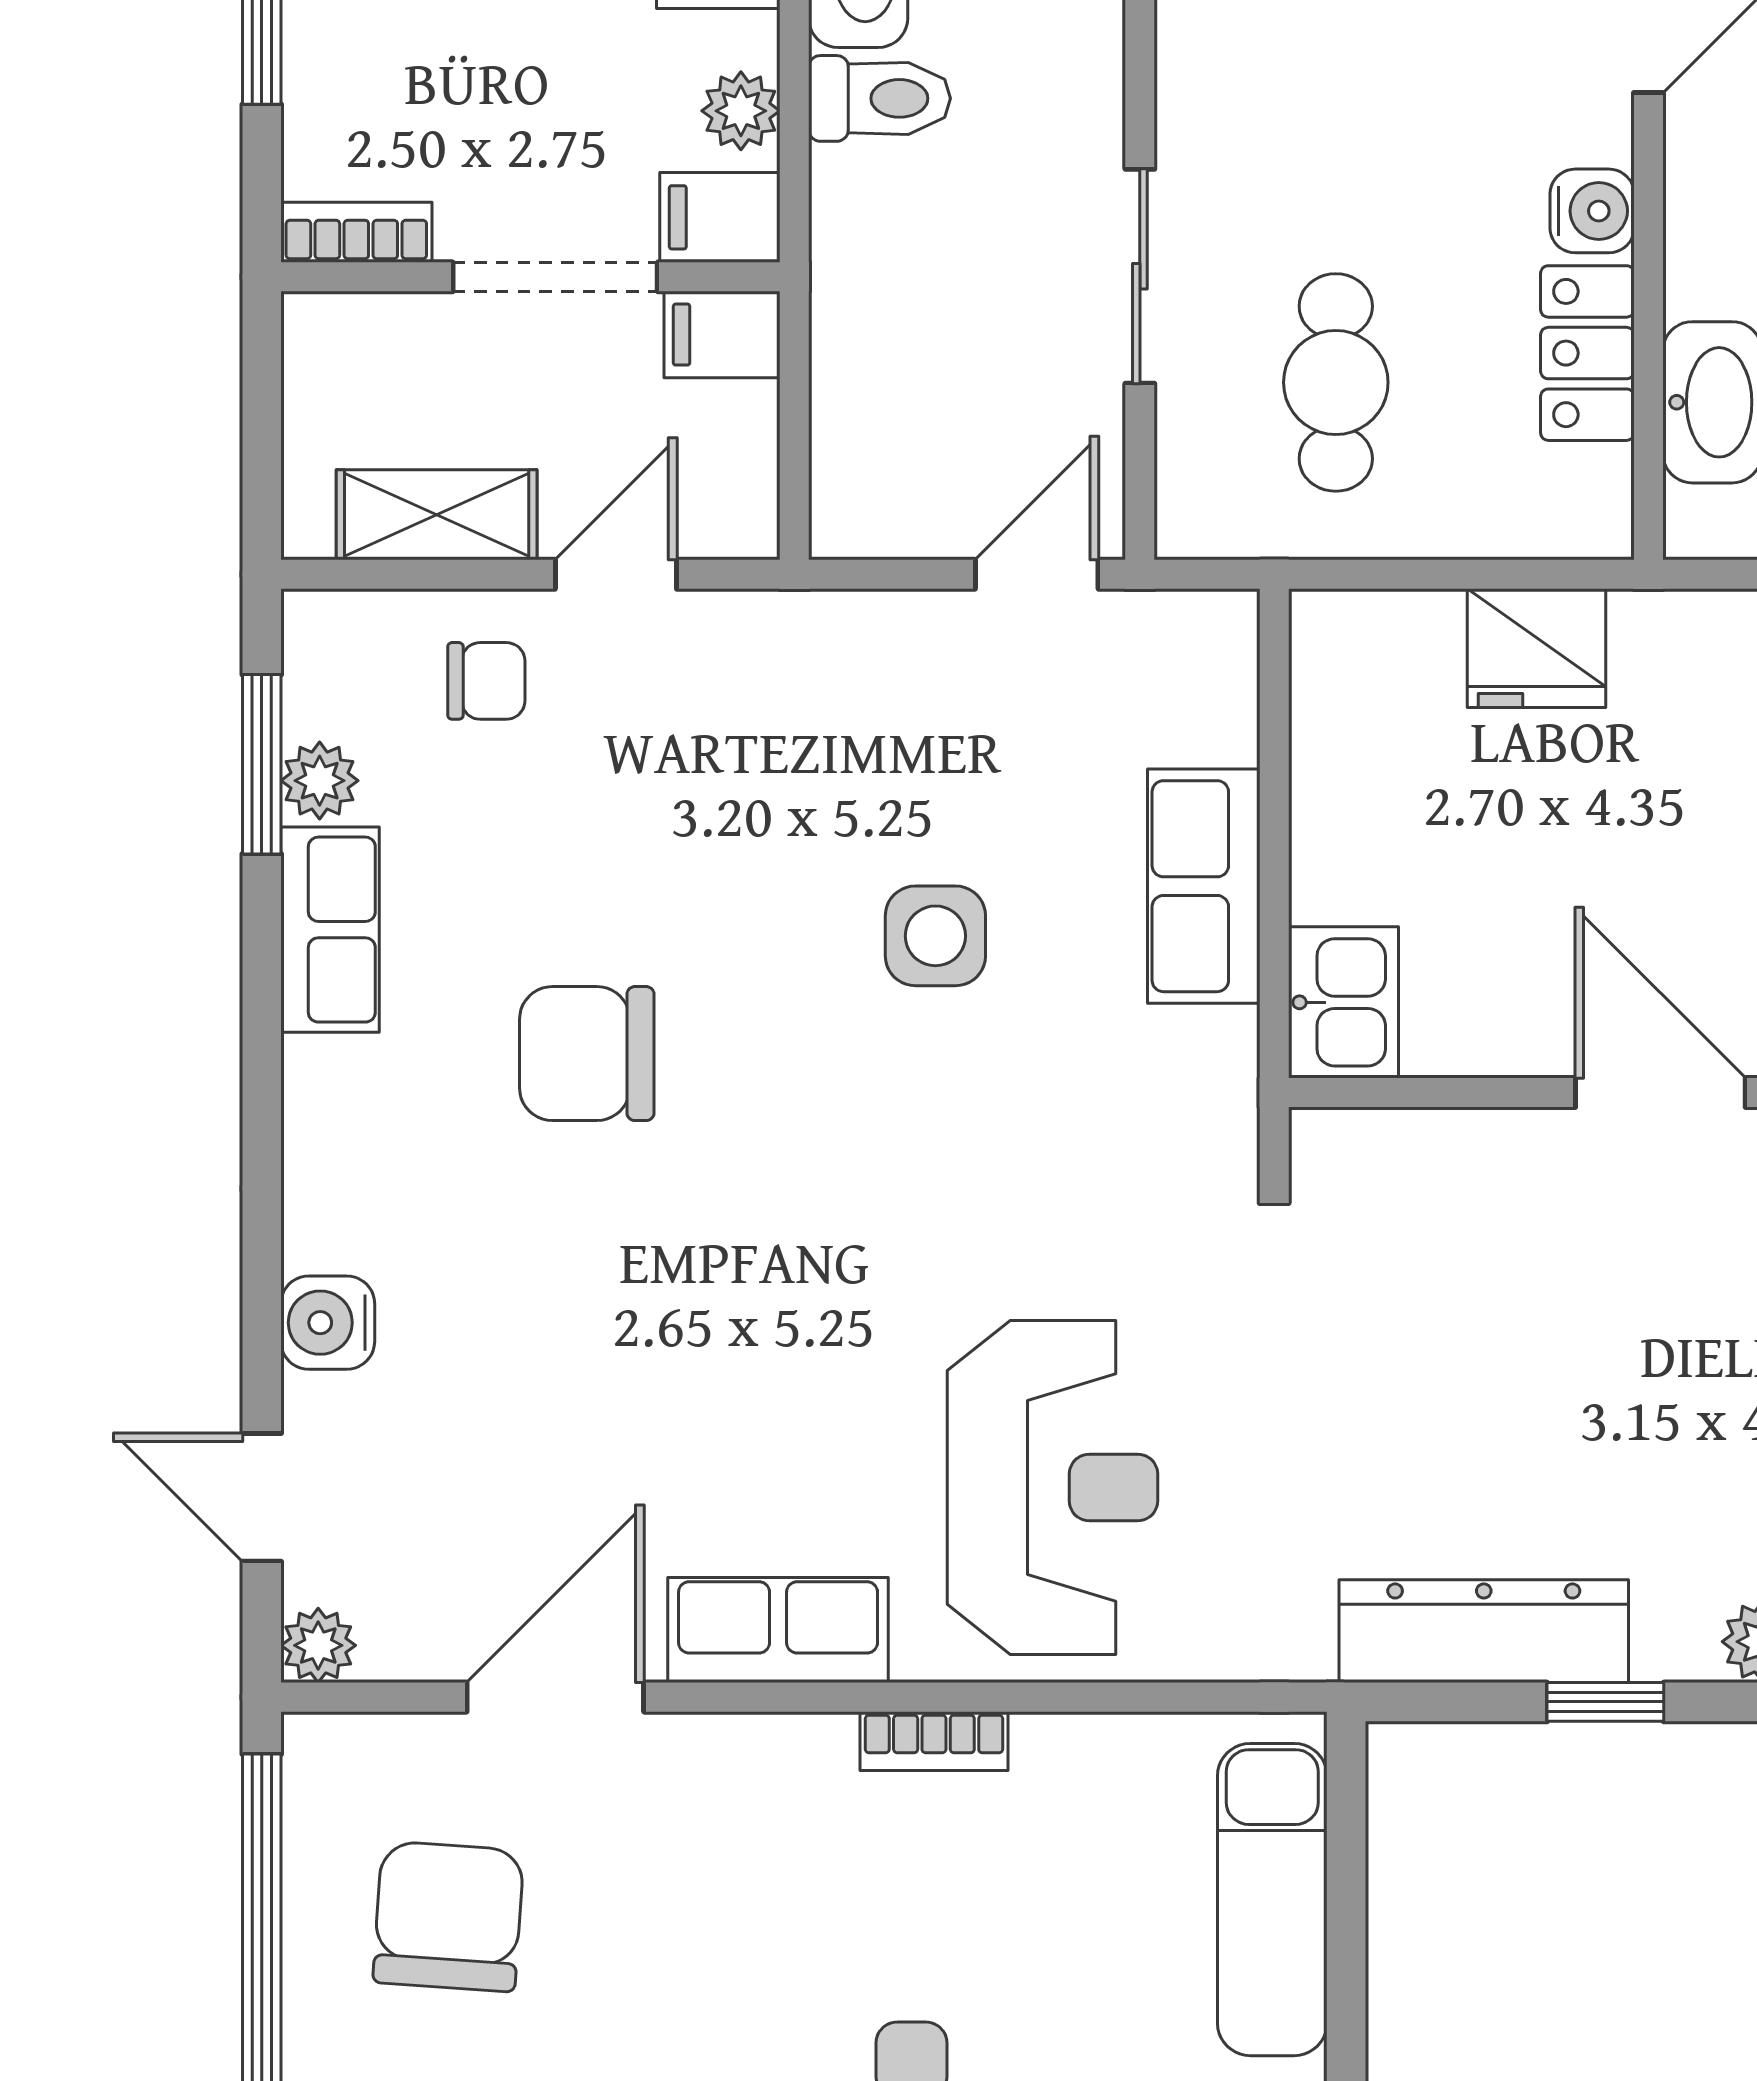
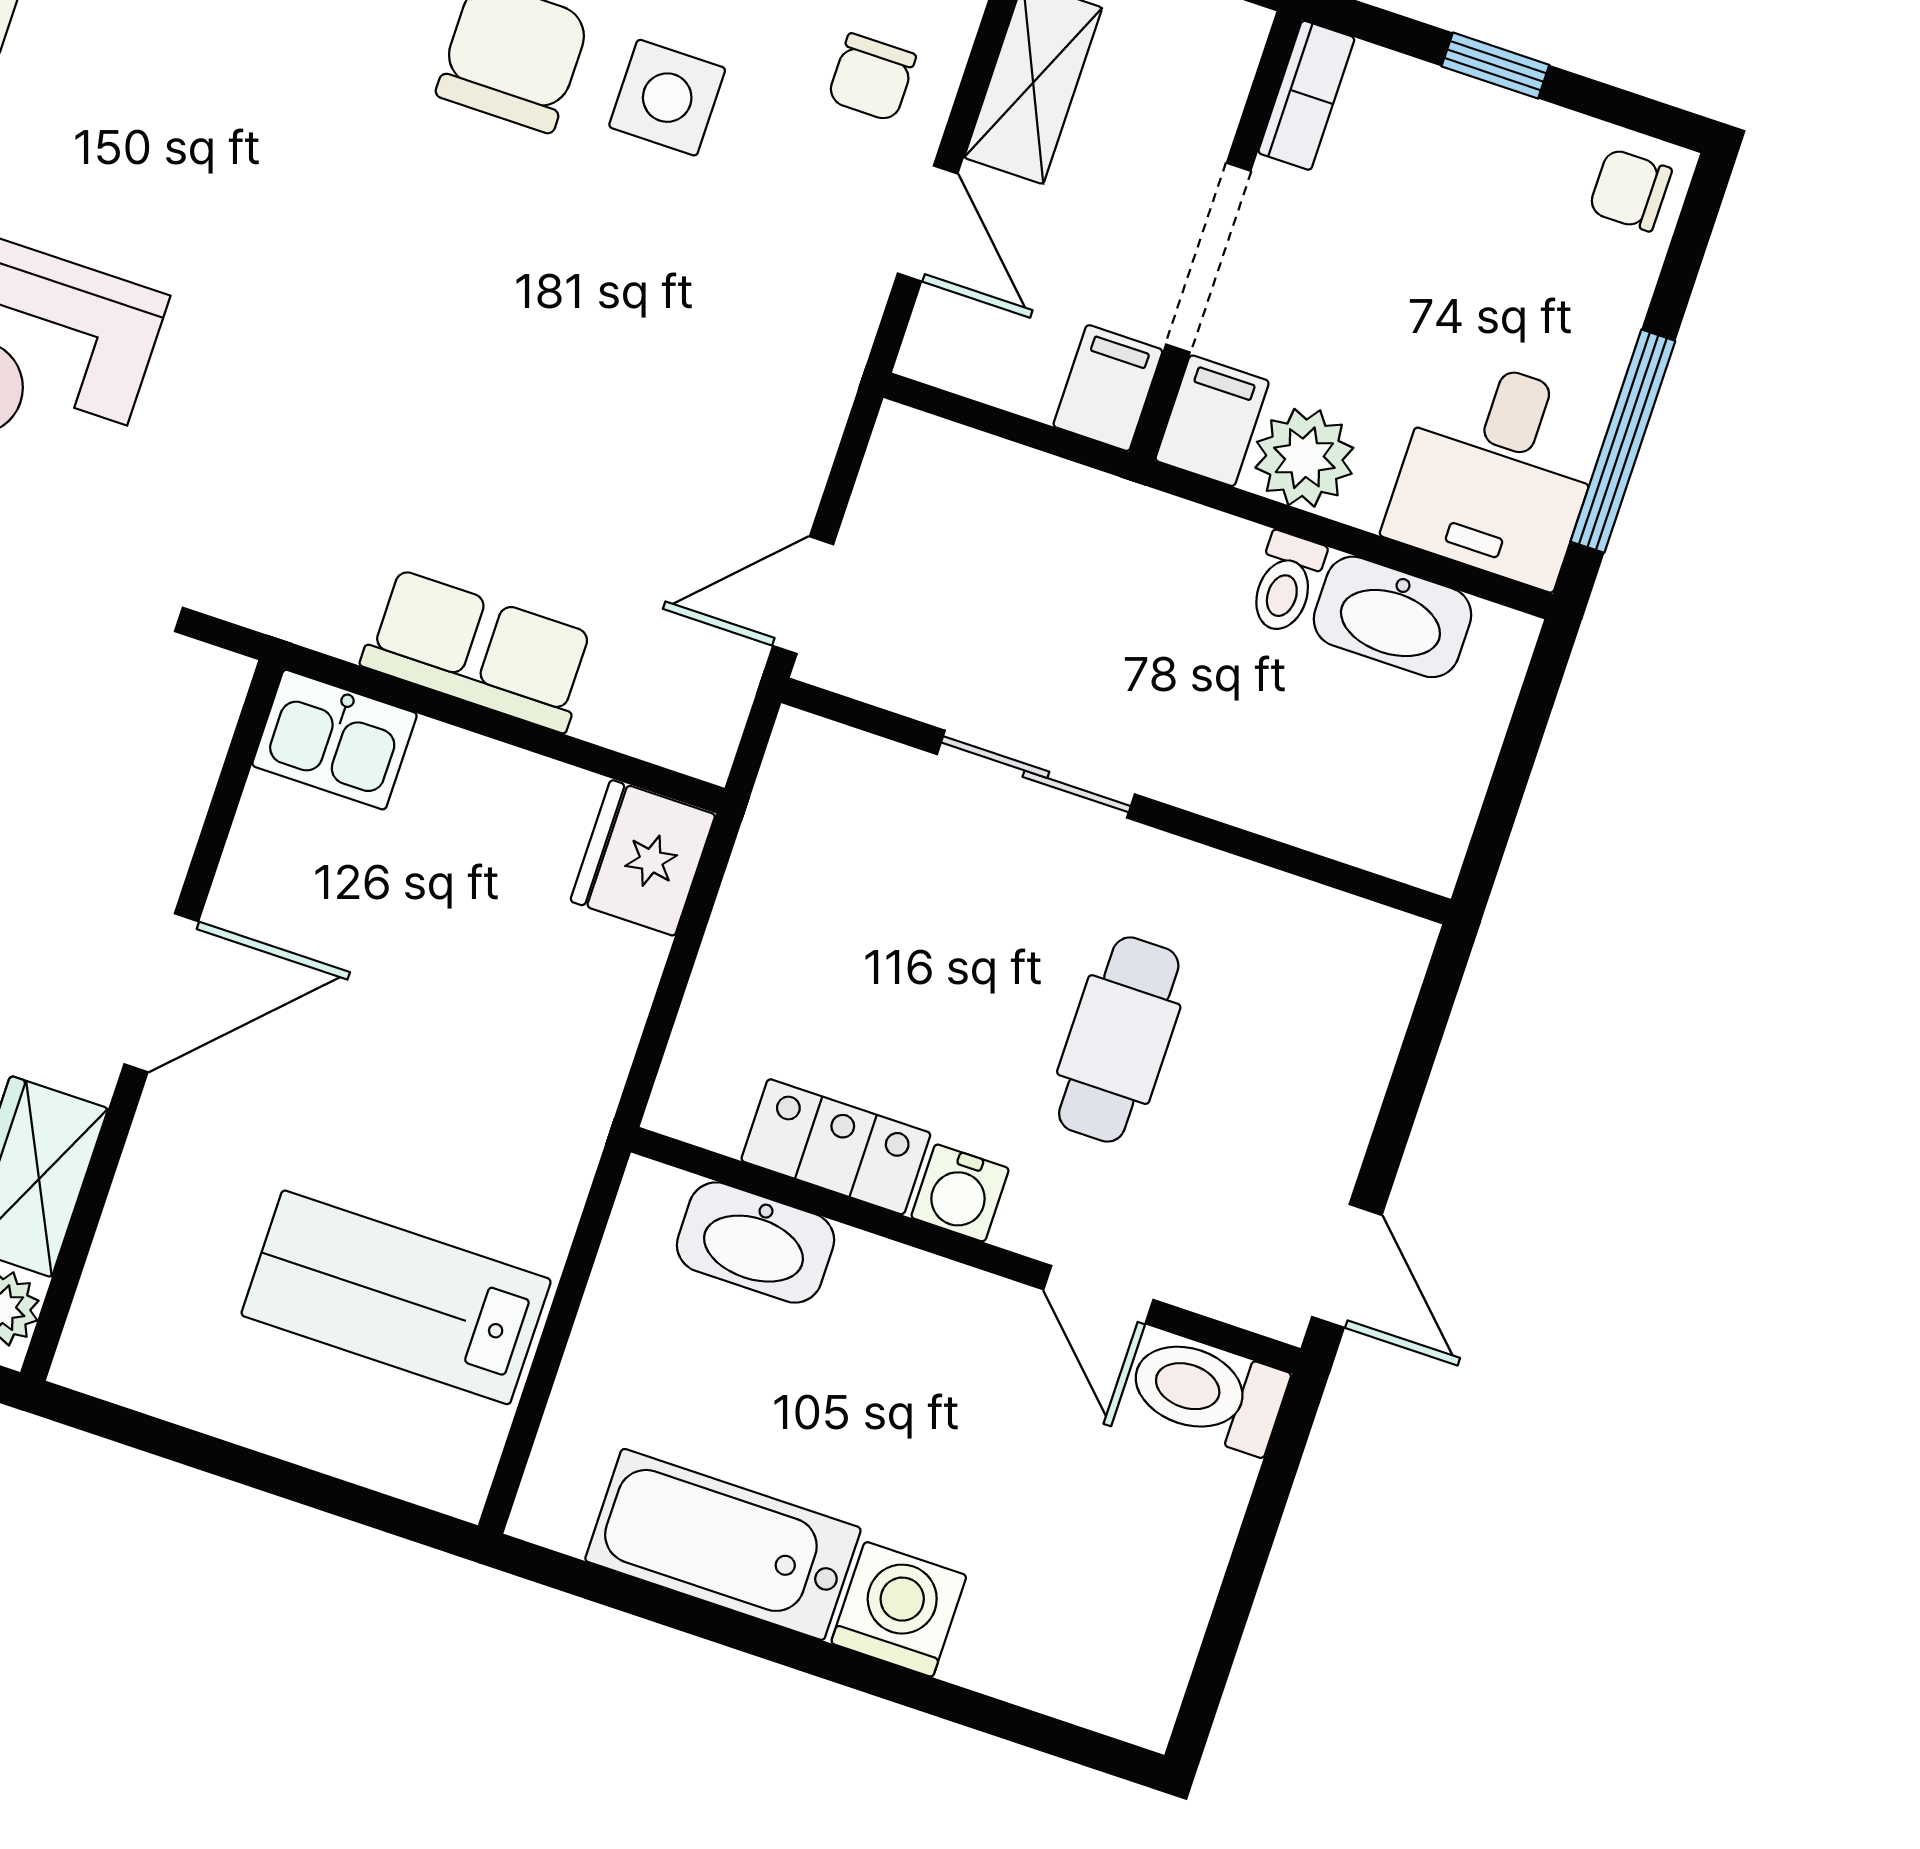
toilet: (880, 98) -> (1286, 583), width x0.73, depth x0.72
plant: (741, 111) -> (1304, 458), width x1.38, depth x1.38
cafe table: (1336, 382) -> (1119, 1040), moved, turned 90
door: (1037, 574) -> (803, 595), swing flipped
fridge: (1537, 648) -> (643, 858), moved
side table: (935, 936) -> (667, 98), moved

